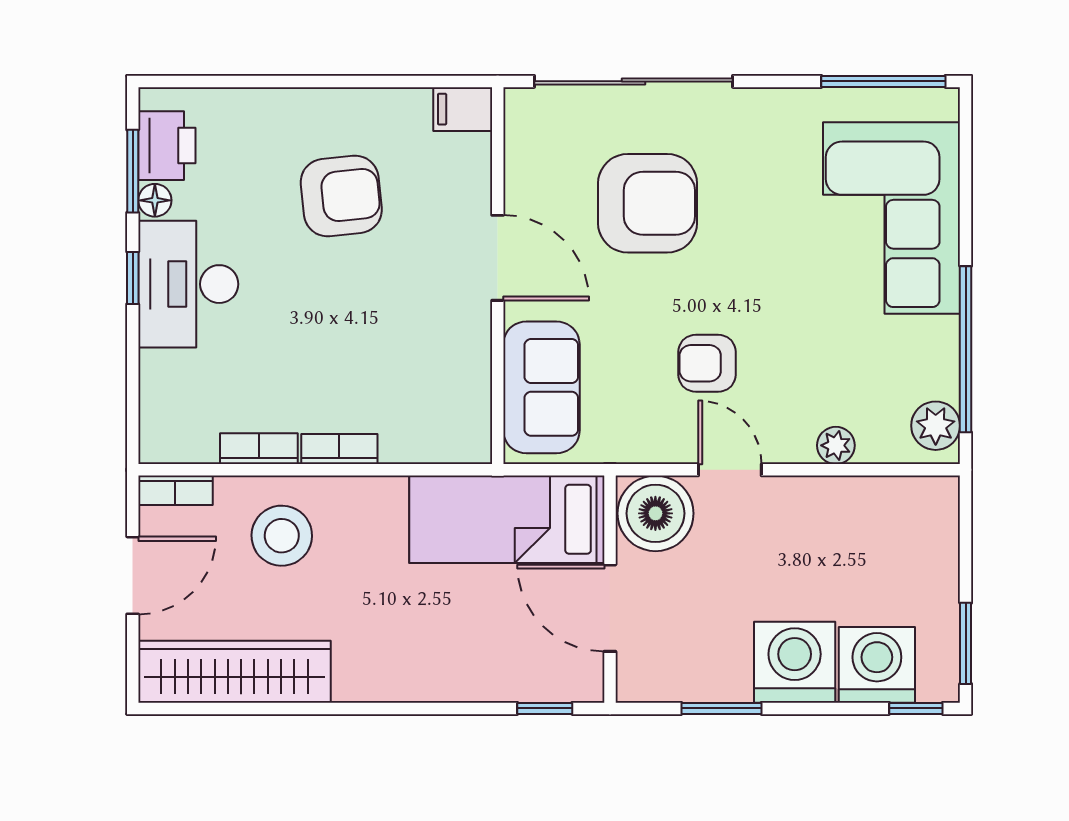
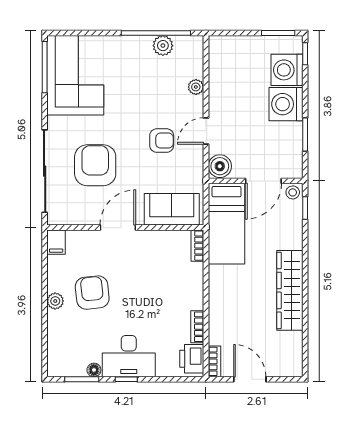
plant: (321, 107) -> (55, 301), added
printer: (167, 146) -> (192, 359), moved, turned -90
corner sofa: (892, 218) -> (75, 75), moved, turned -90
armchair: (707, 363) -> (162, 141), turned -90
plant: (936, 426) -> (163, 46), moved
bookcase: (339, 449) -> (197, 246), moved
boiler: (655, 513) -> (220, 166), width x0.73, depth x0.73
stool: (282, 536) -> (293, 192), moved, width x0.53, depth x0.53
wardrobe: (235, 672) -> (290, 290), moved

